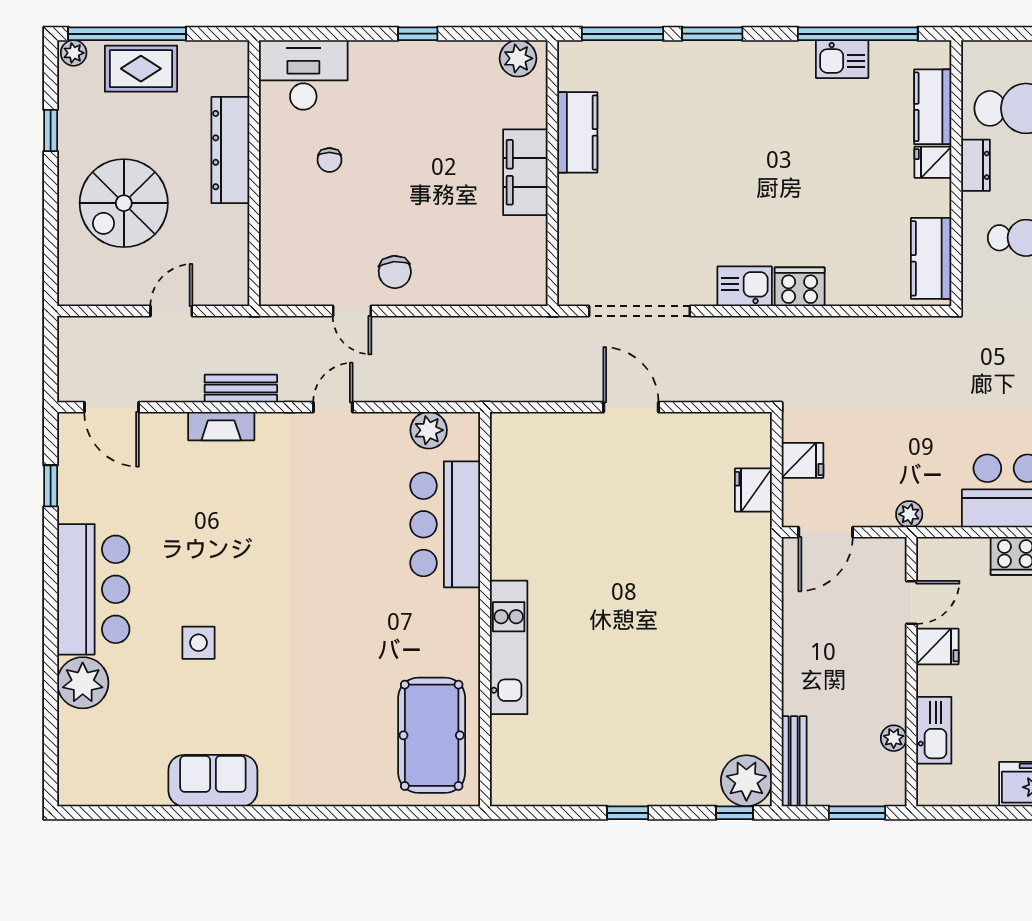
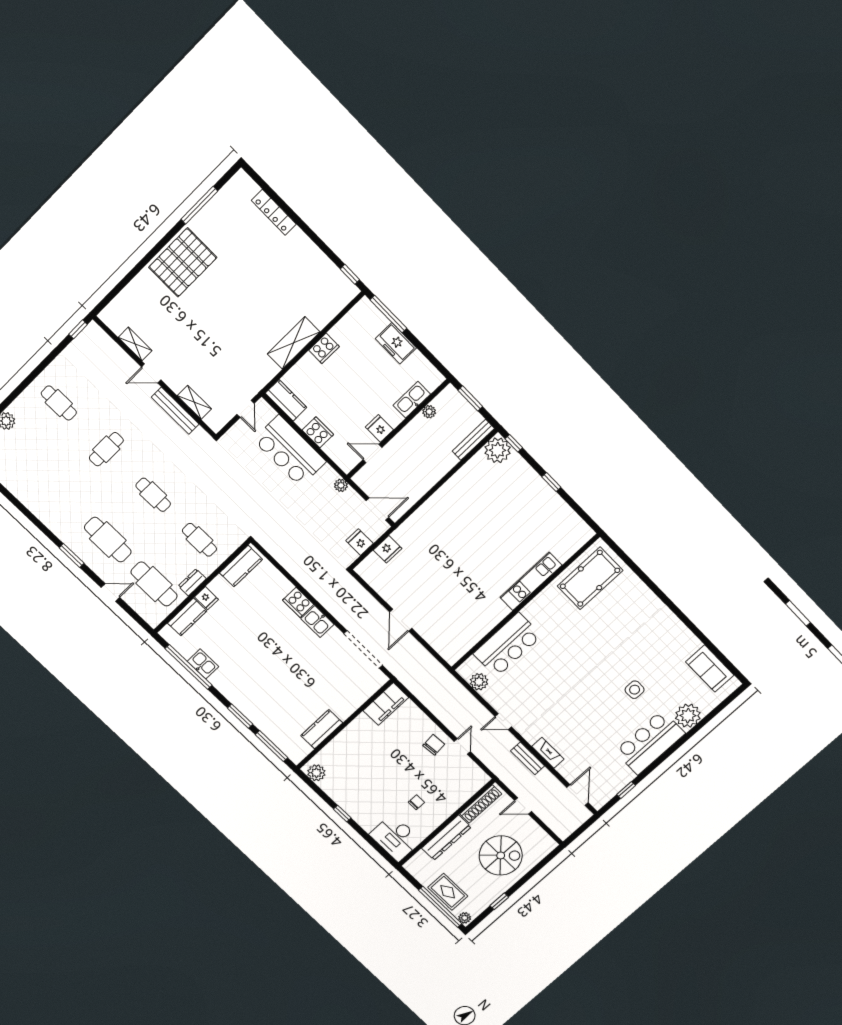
filing cabinet: (525, 172) -> (386, 704), moved
shoe rack: (235, 252) -> (481, 804), added
sofa: (213, 781) -> (710, 668), moved

